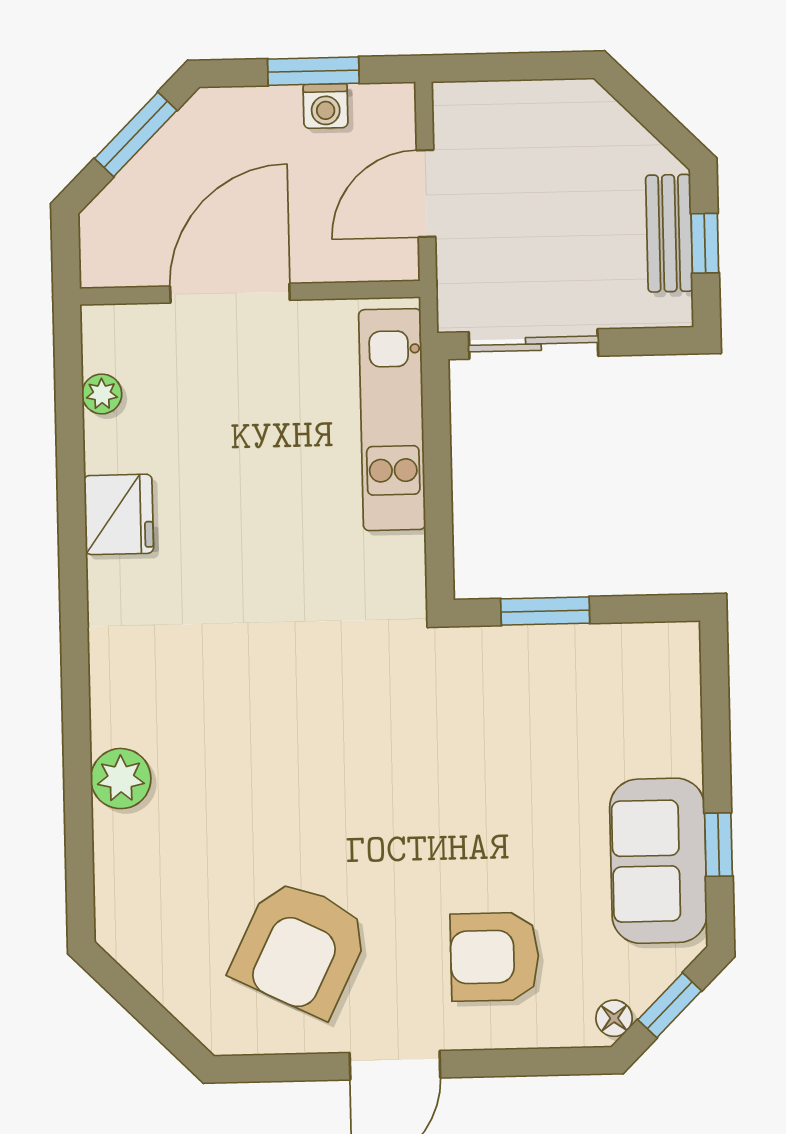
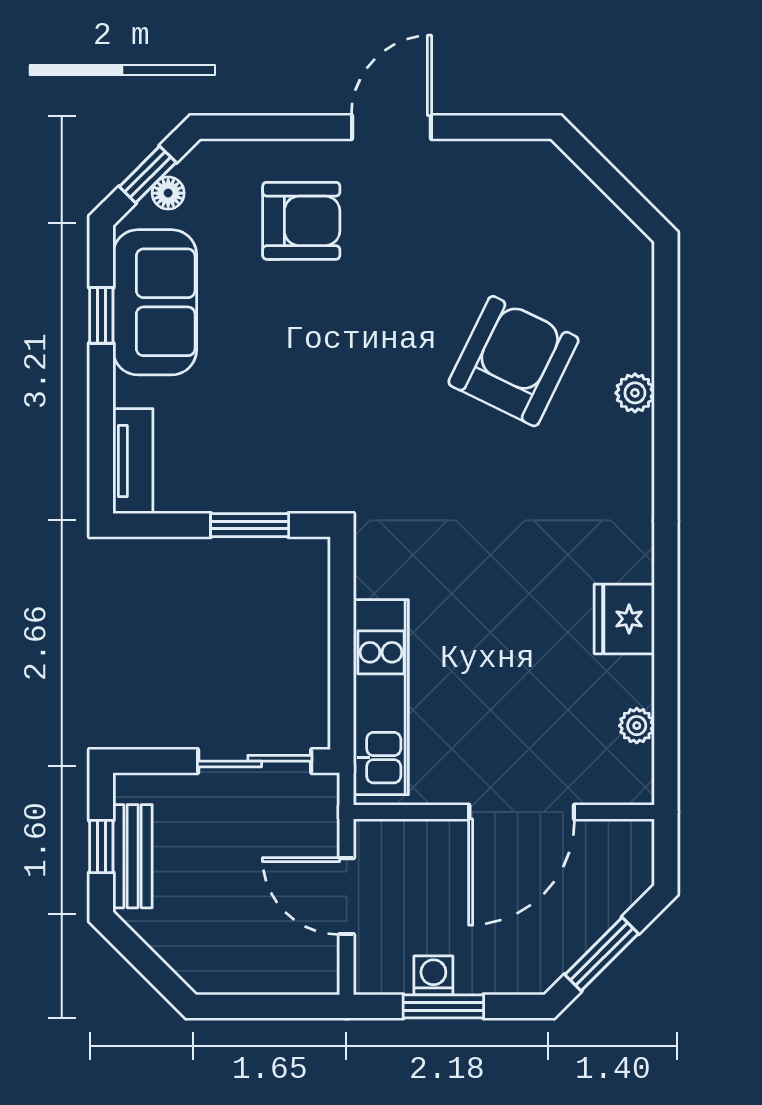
door: (426, 193) -> (347, 896), swing flipped
tv unit: (679, 681) -> (133, 461), added
plant: (121, 779) -> (635, 393), width x0.73, depth x0.73
armchair: (301, 948) -> (514, 361), moved
floor lamp: (614, 1018) -> (168, 193), moved

